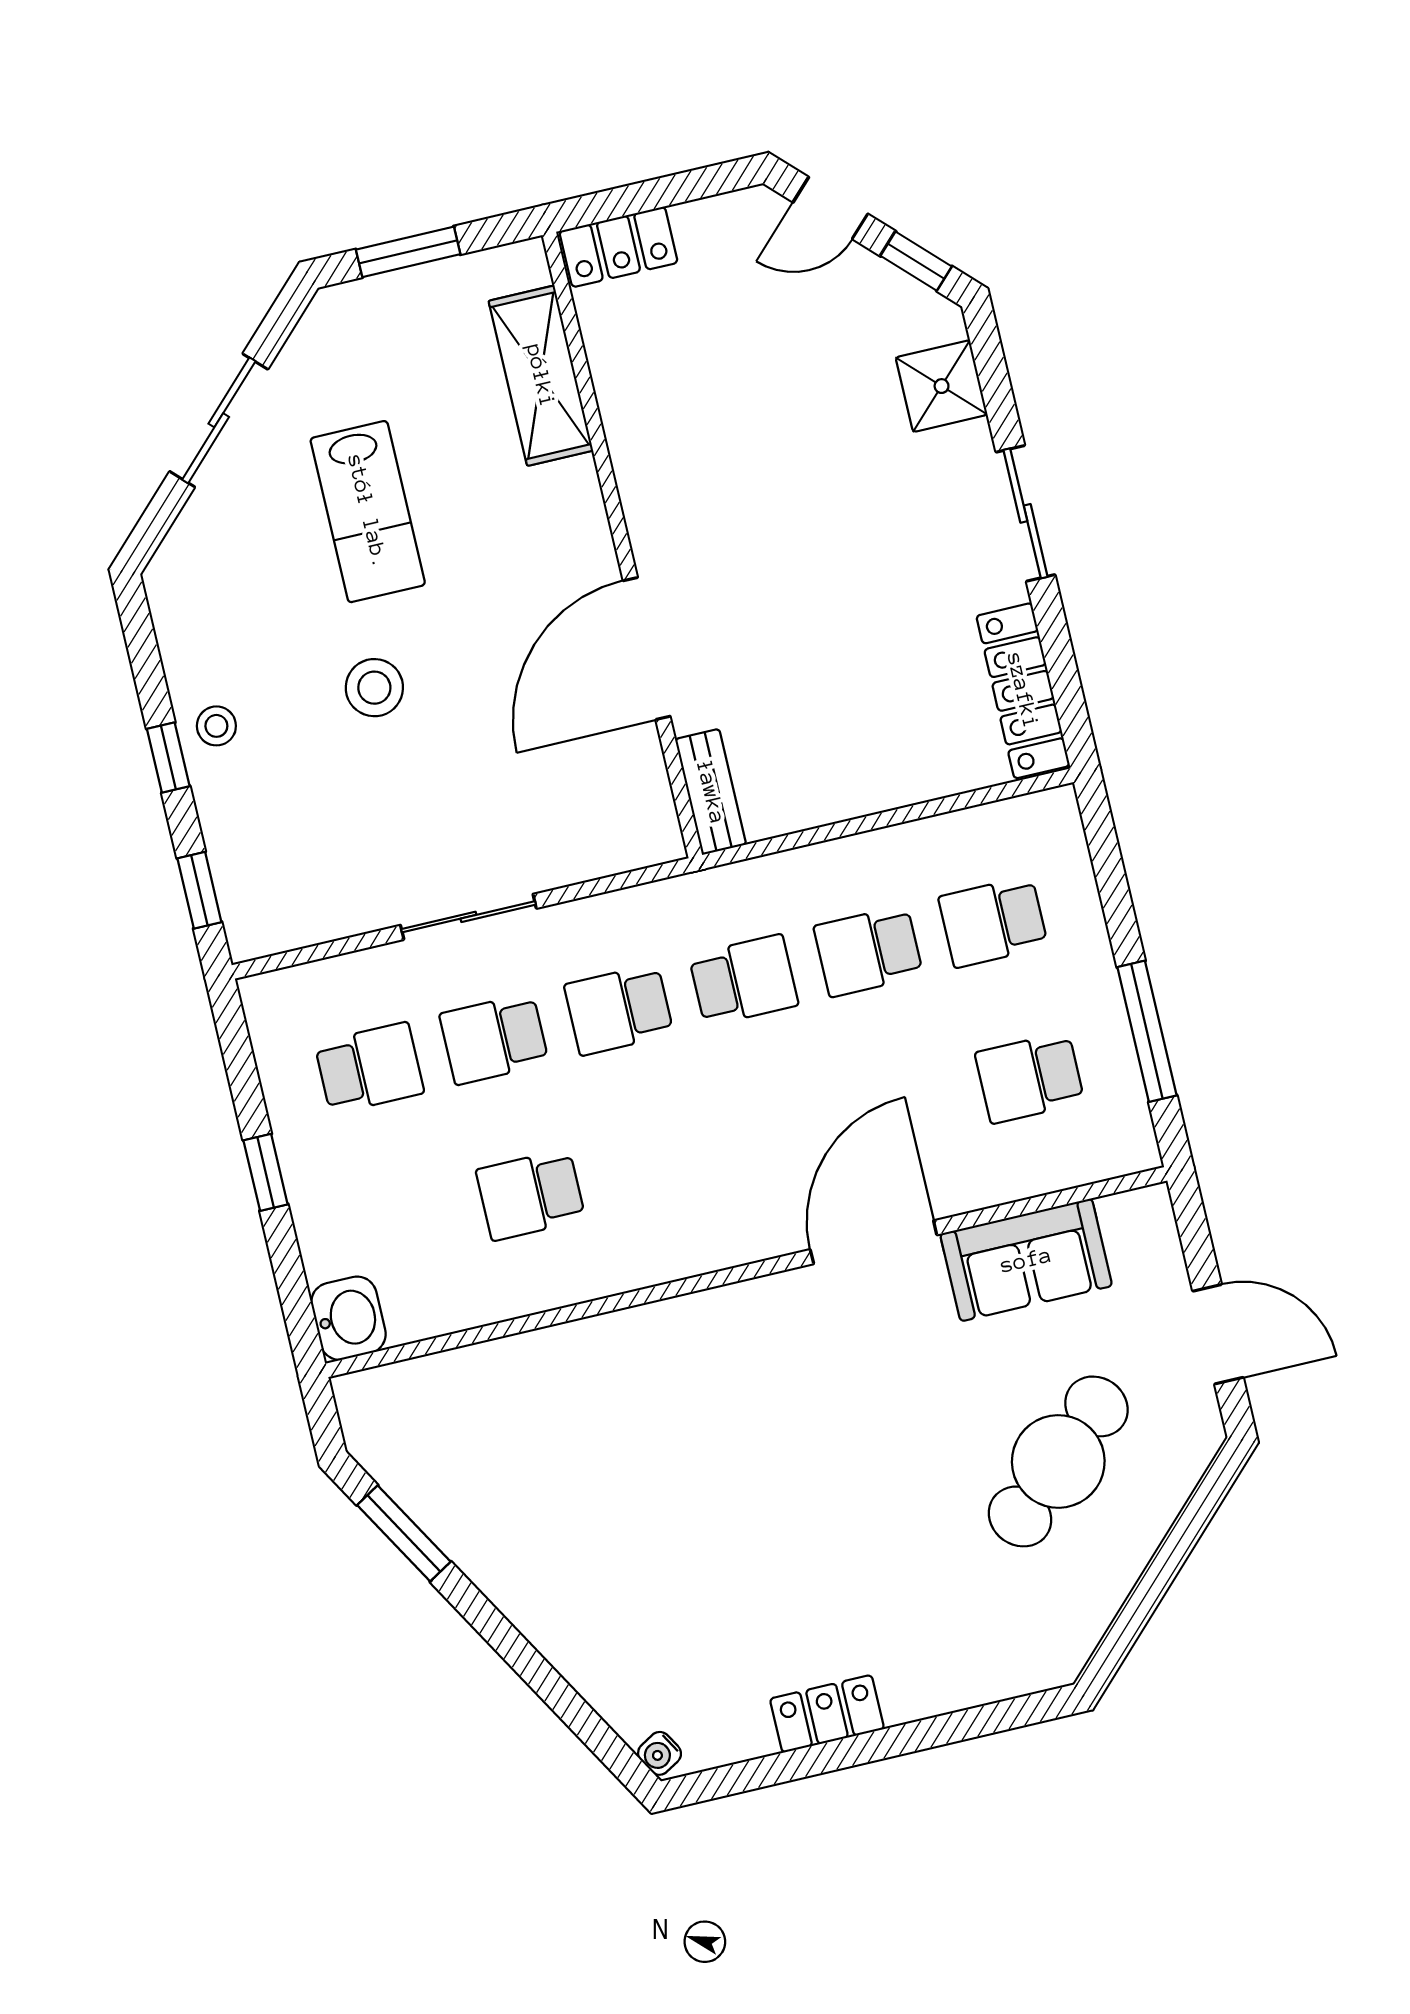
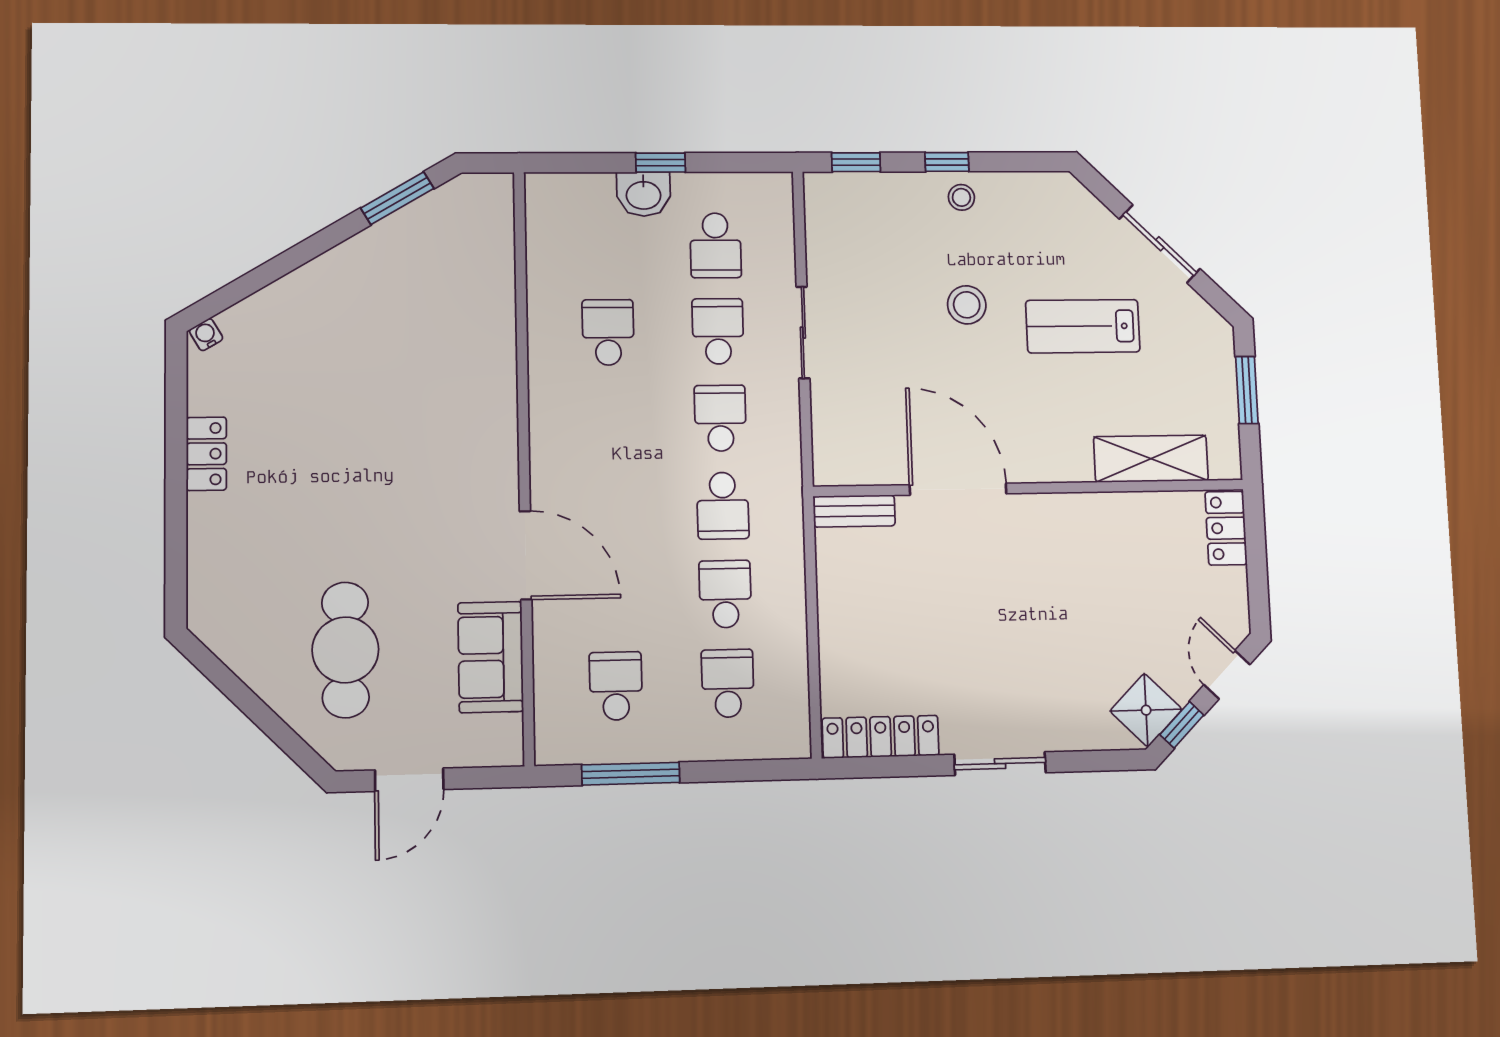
shower: (942, 386) -> (1146, 710), moved, turned 45
washbasin: (348, 1318) -> (644, 194), moved
cafe table: (1058, 1461) -> (345, 650), turned 42

